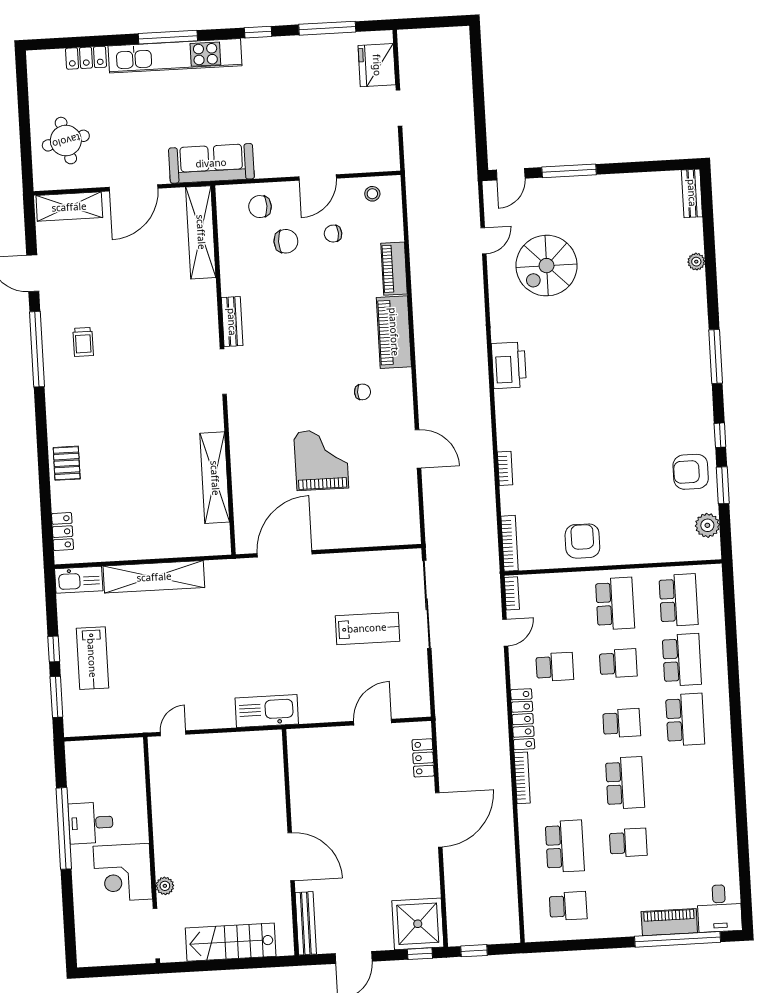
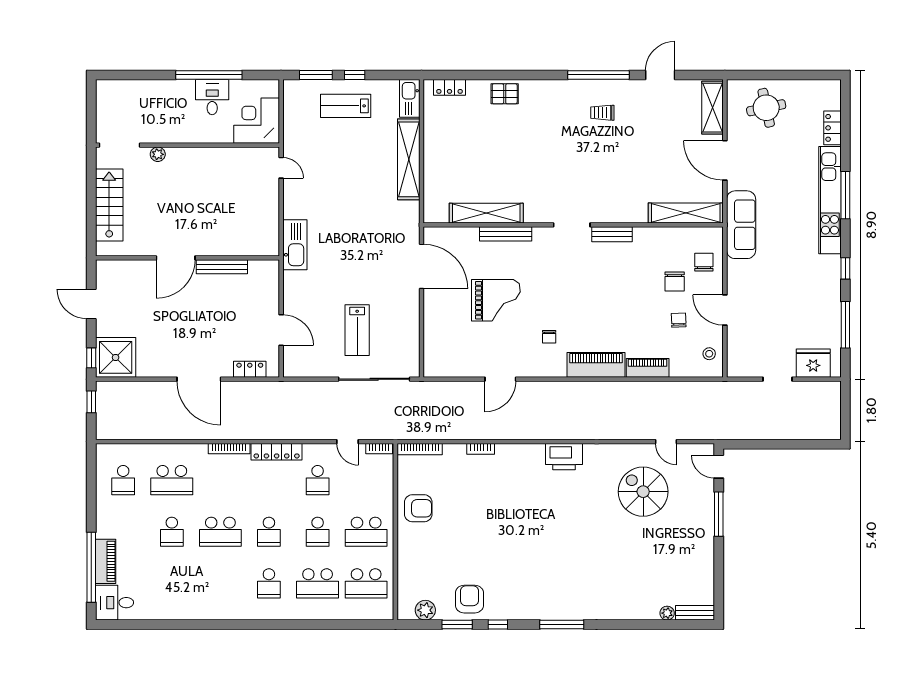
plant: (696, 262) -> (667, 613), moved
bench: (239, 452) -> (506, 234), added
school desk: (685, 720) -> (269, 583), width x0.54
corner desk: (123, 873) -> (257, 121), moved
bench: (306, 923) -> (222, 267), moved

